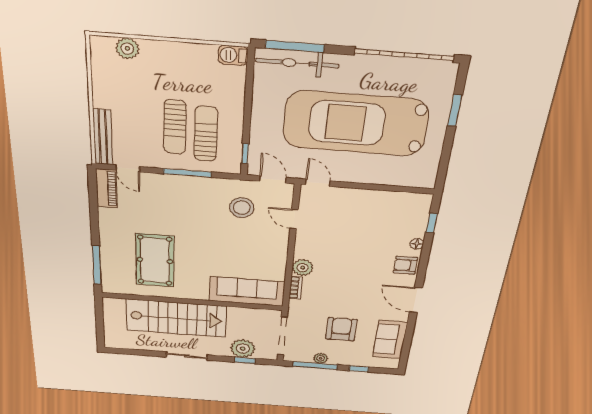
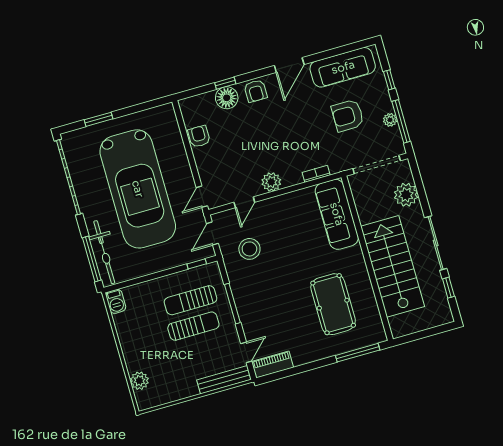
armchair: (384, 201) -> (199, 136), added
window: (432, 223) -> (225, 83), moved
floor lamp: (417, 244) -> (227, 98), width x1.89, depth x1.89
pool table: (155, 260) -> (333, 304), turned 90
plant: (303, 268) -> (271, 182), moved
sofa: (390, 339) -> (343, 67), width x1.36
sliding door: (187, 356) -> (436, 243), width x1.37
window: (245, 360) -> (448, 288), moved

